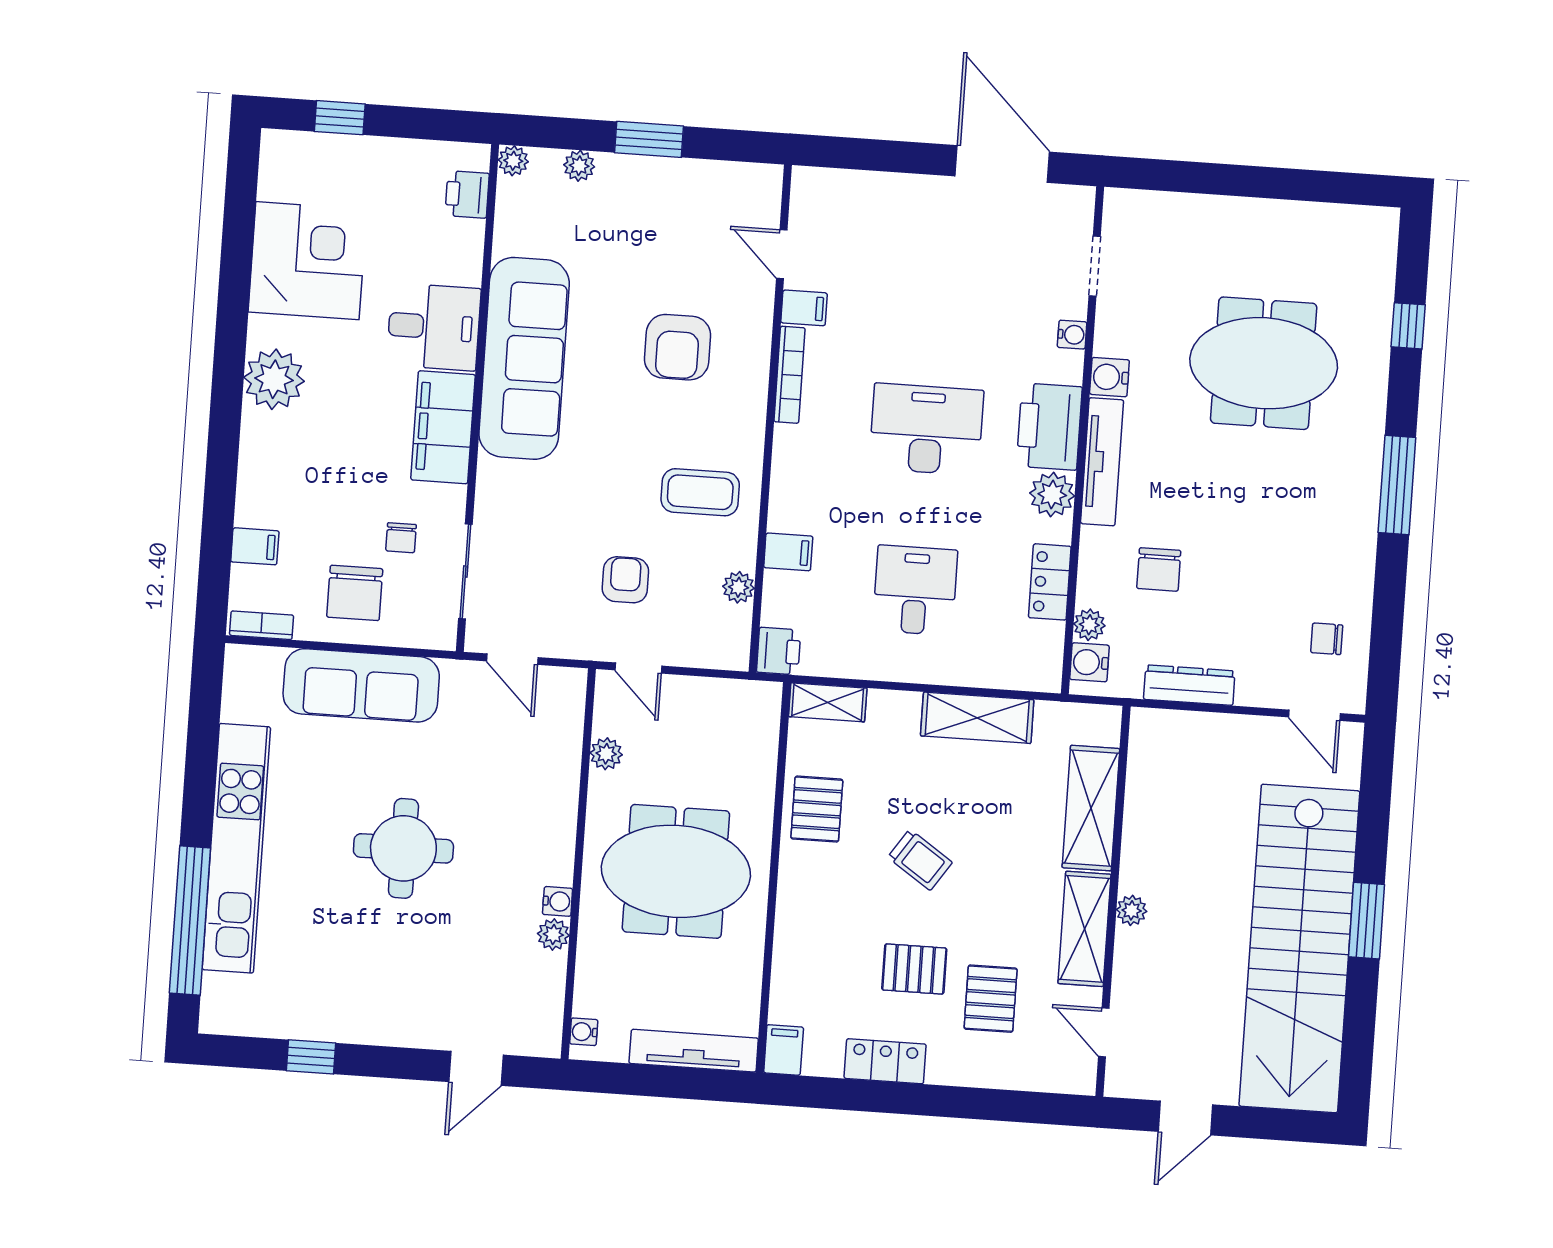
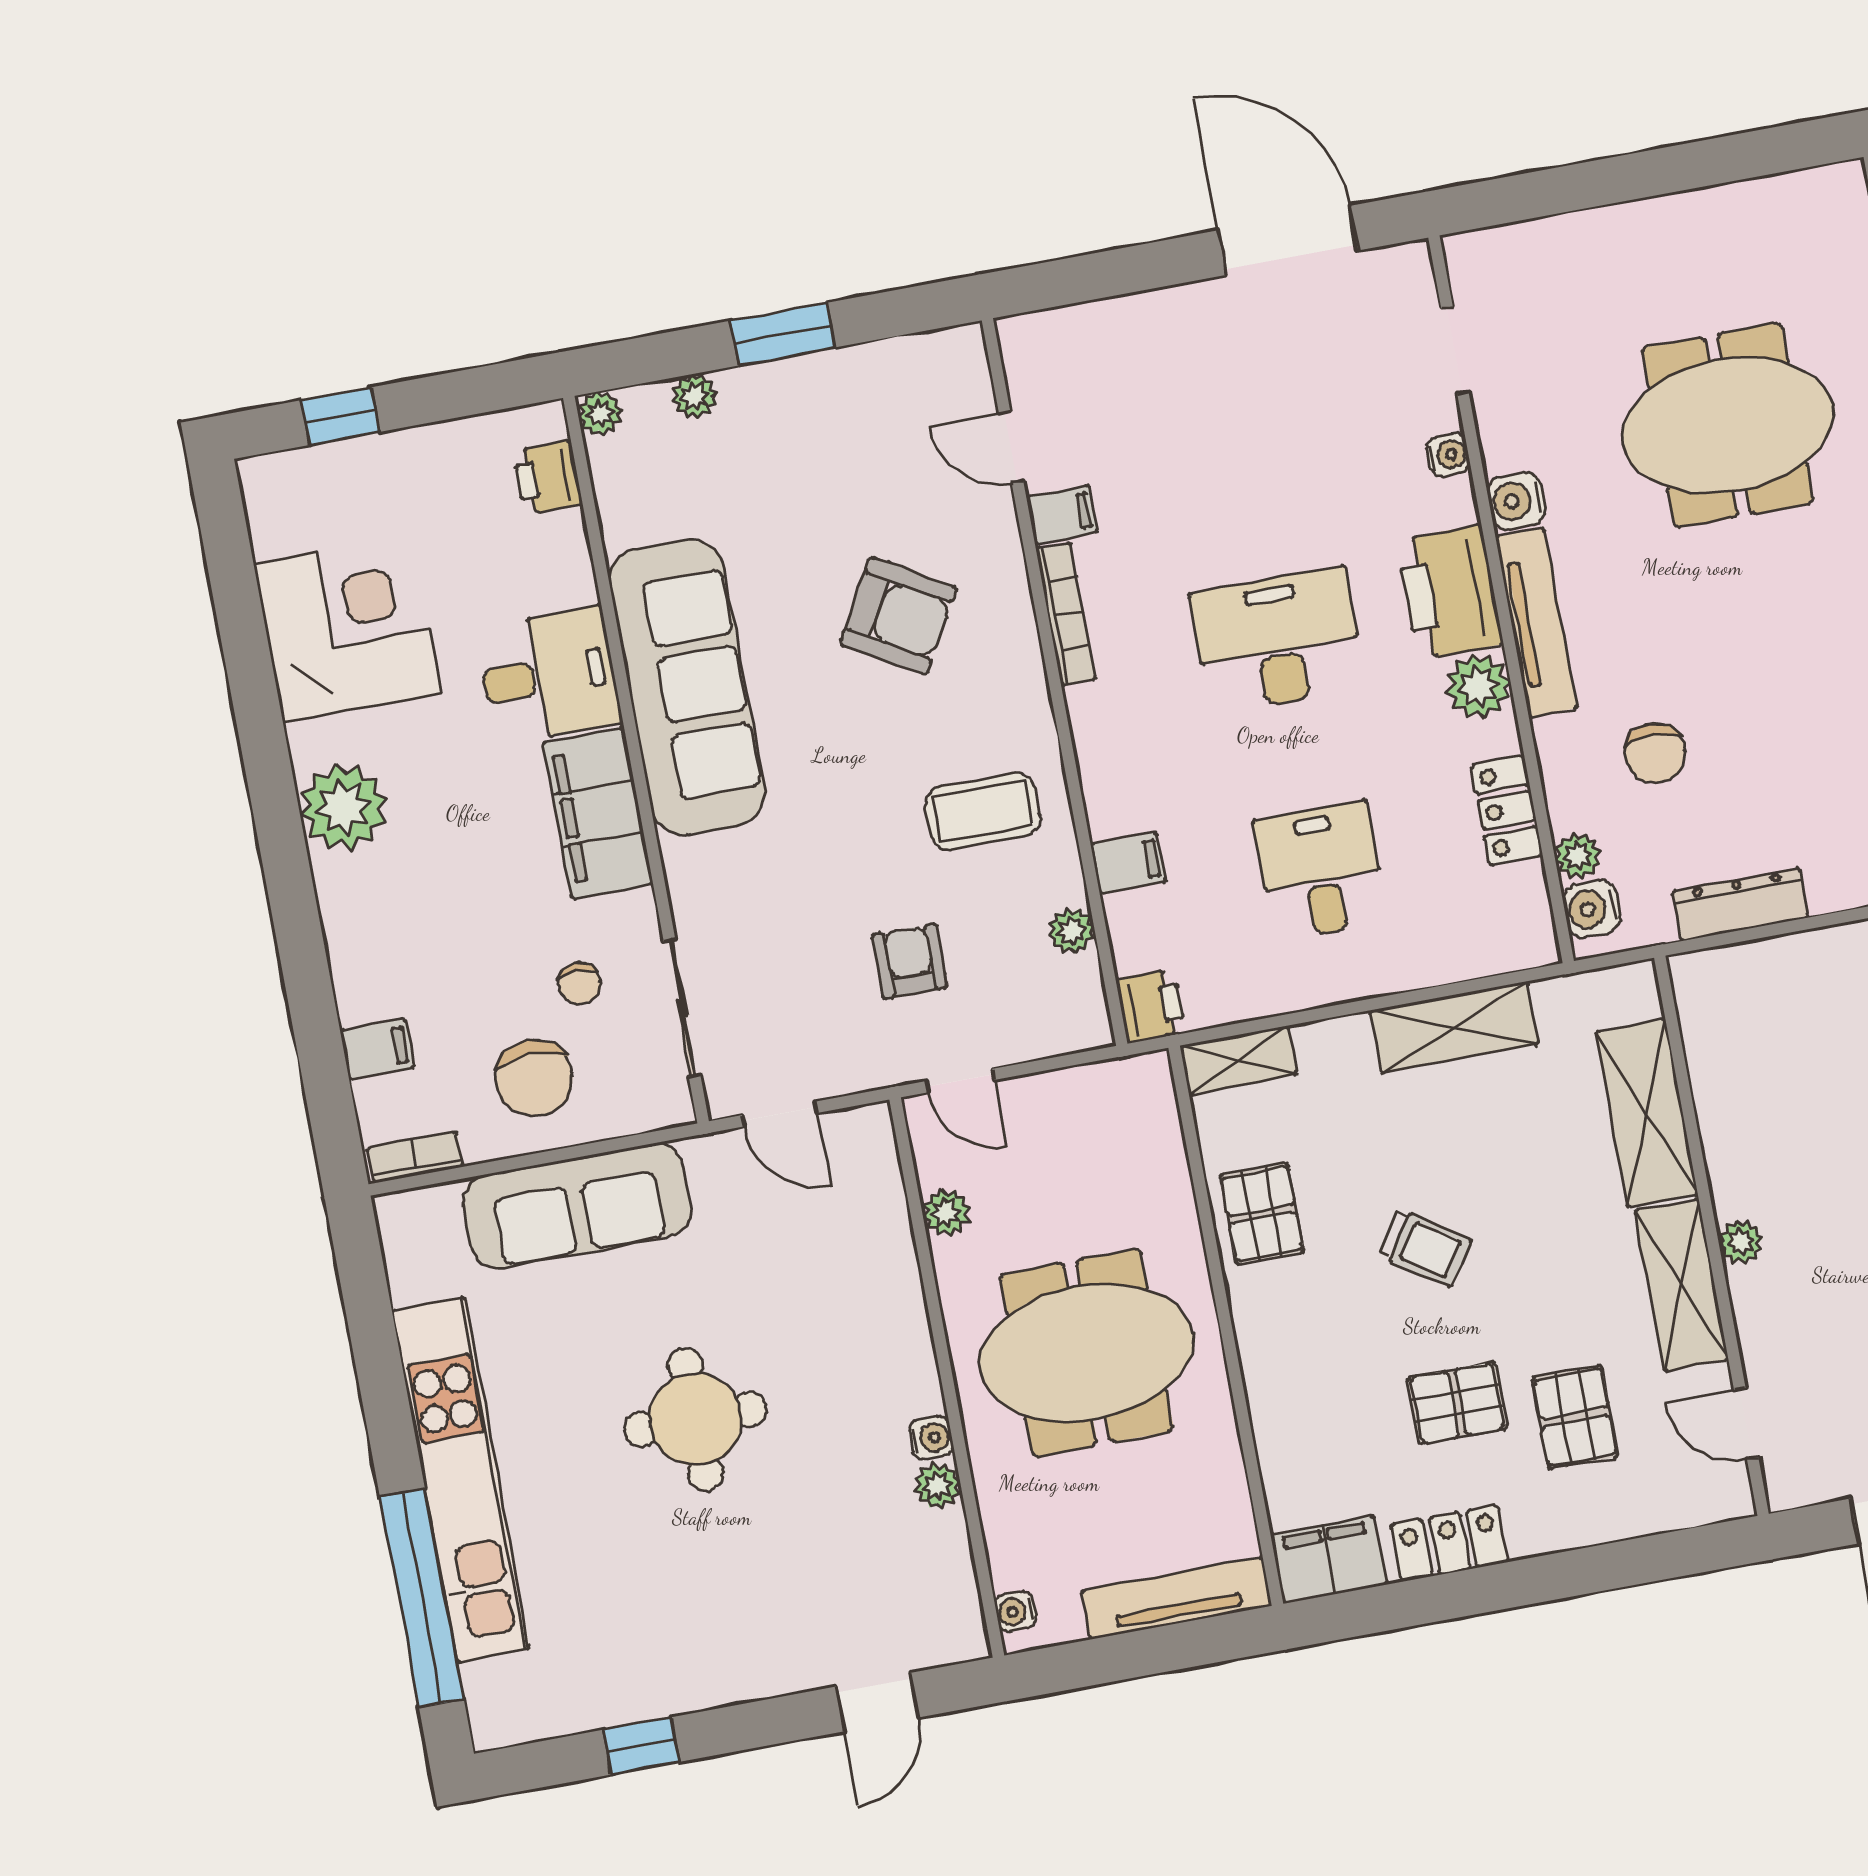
armchair: (678, 347) -> (898, 616), turned -60
filing cabinet: (784, 1050) -> (1329, 1559), width x2.00

